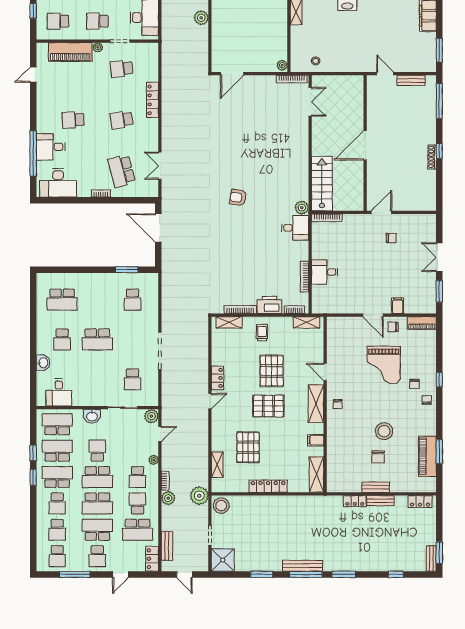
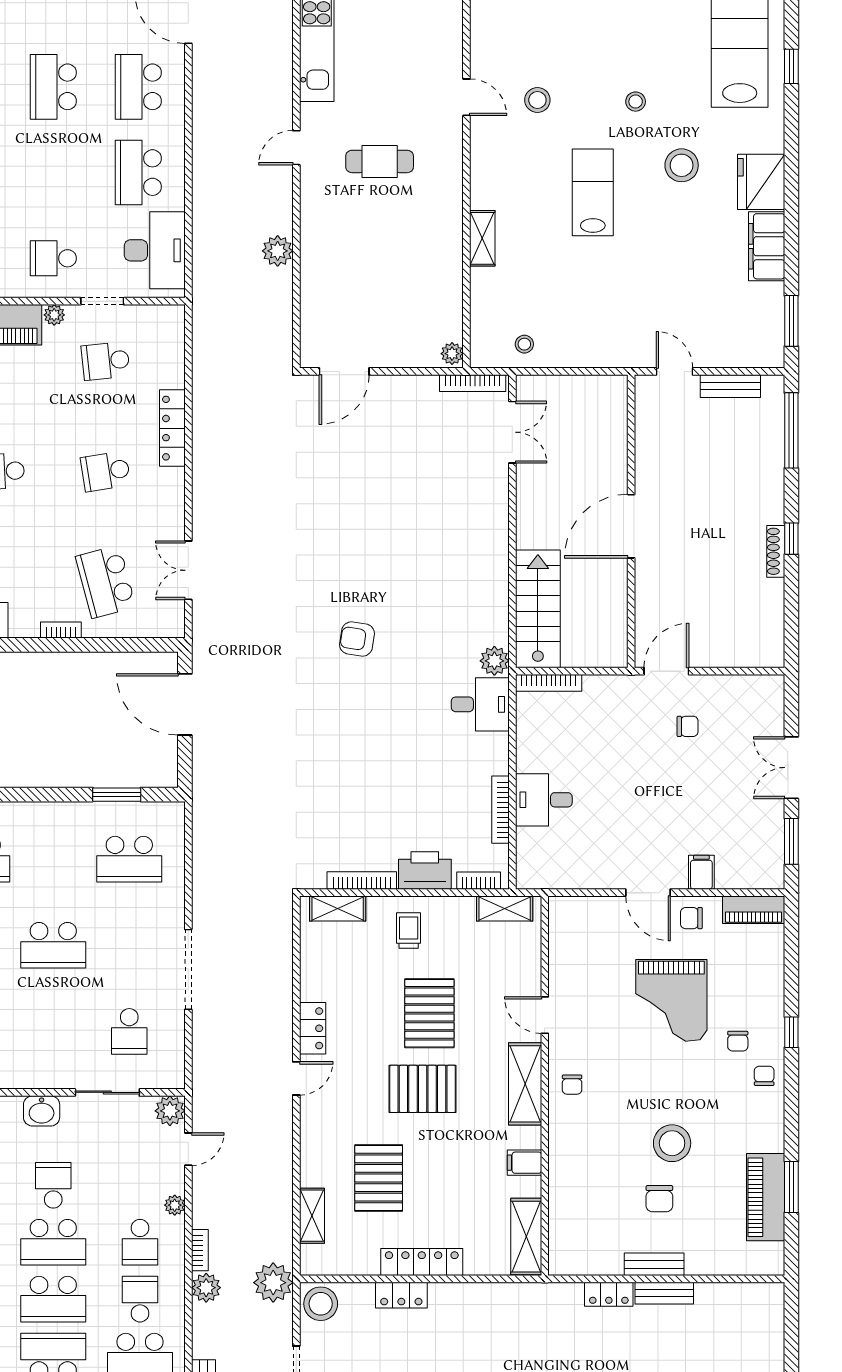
school desk: (133, 300) -> (129, 859), width x1.85
locker: (420, 502) -> (401, 1295), moved

